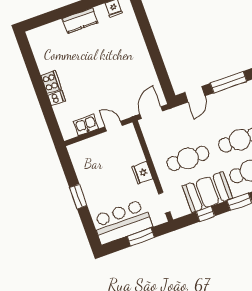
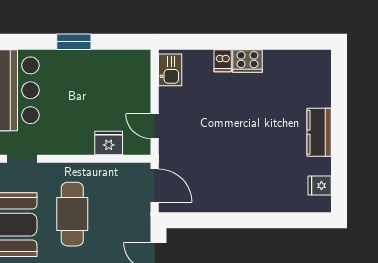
kitchen sink: (86, 125) -> (170, 70), moved
door: (114, 126) -> (155, 126), swing flipped
fridge: (142, 173) -> (109, 143), moved

